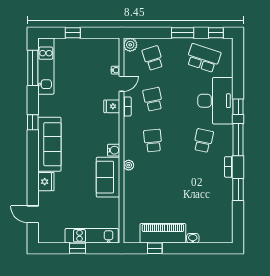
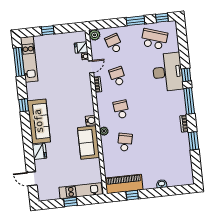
fridge: (112, 106) -> (81, 47), moved
school desk: (203, 141) -> (125, 142), moved
piano: (163, 233) -> (124, 184), moved

